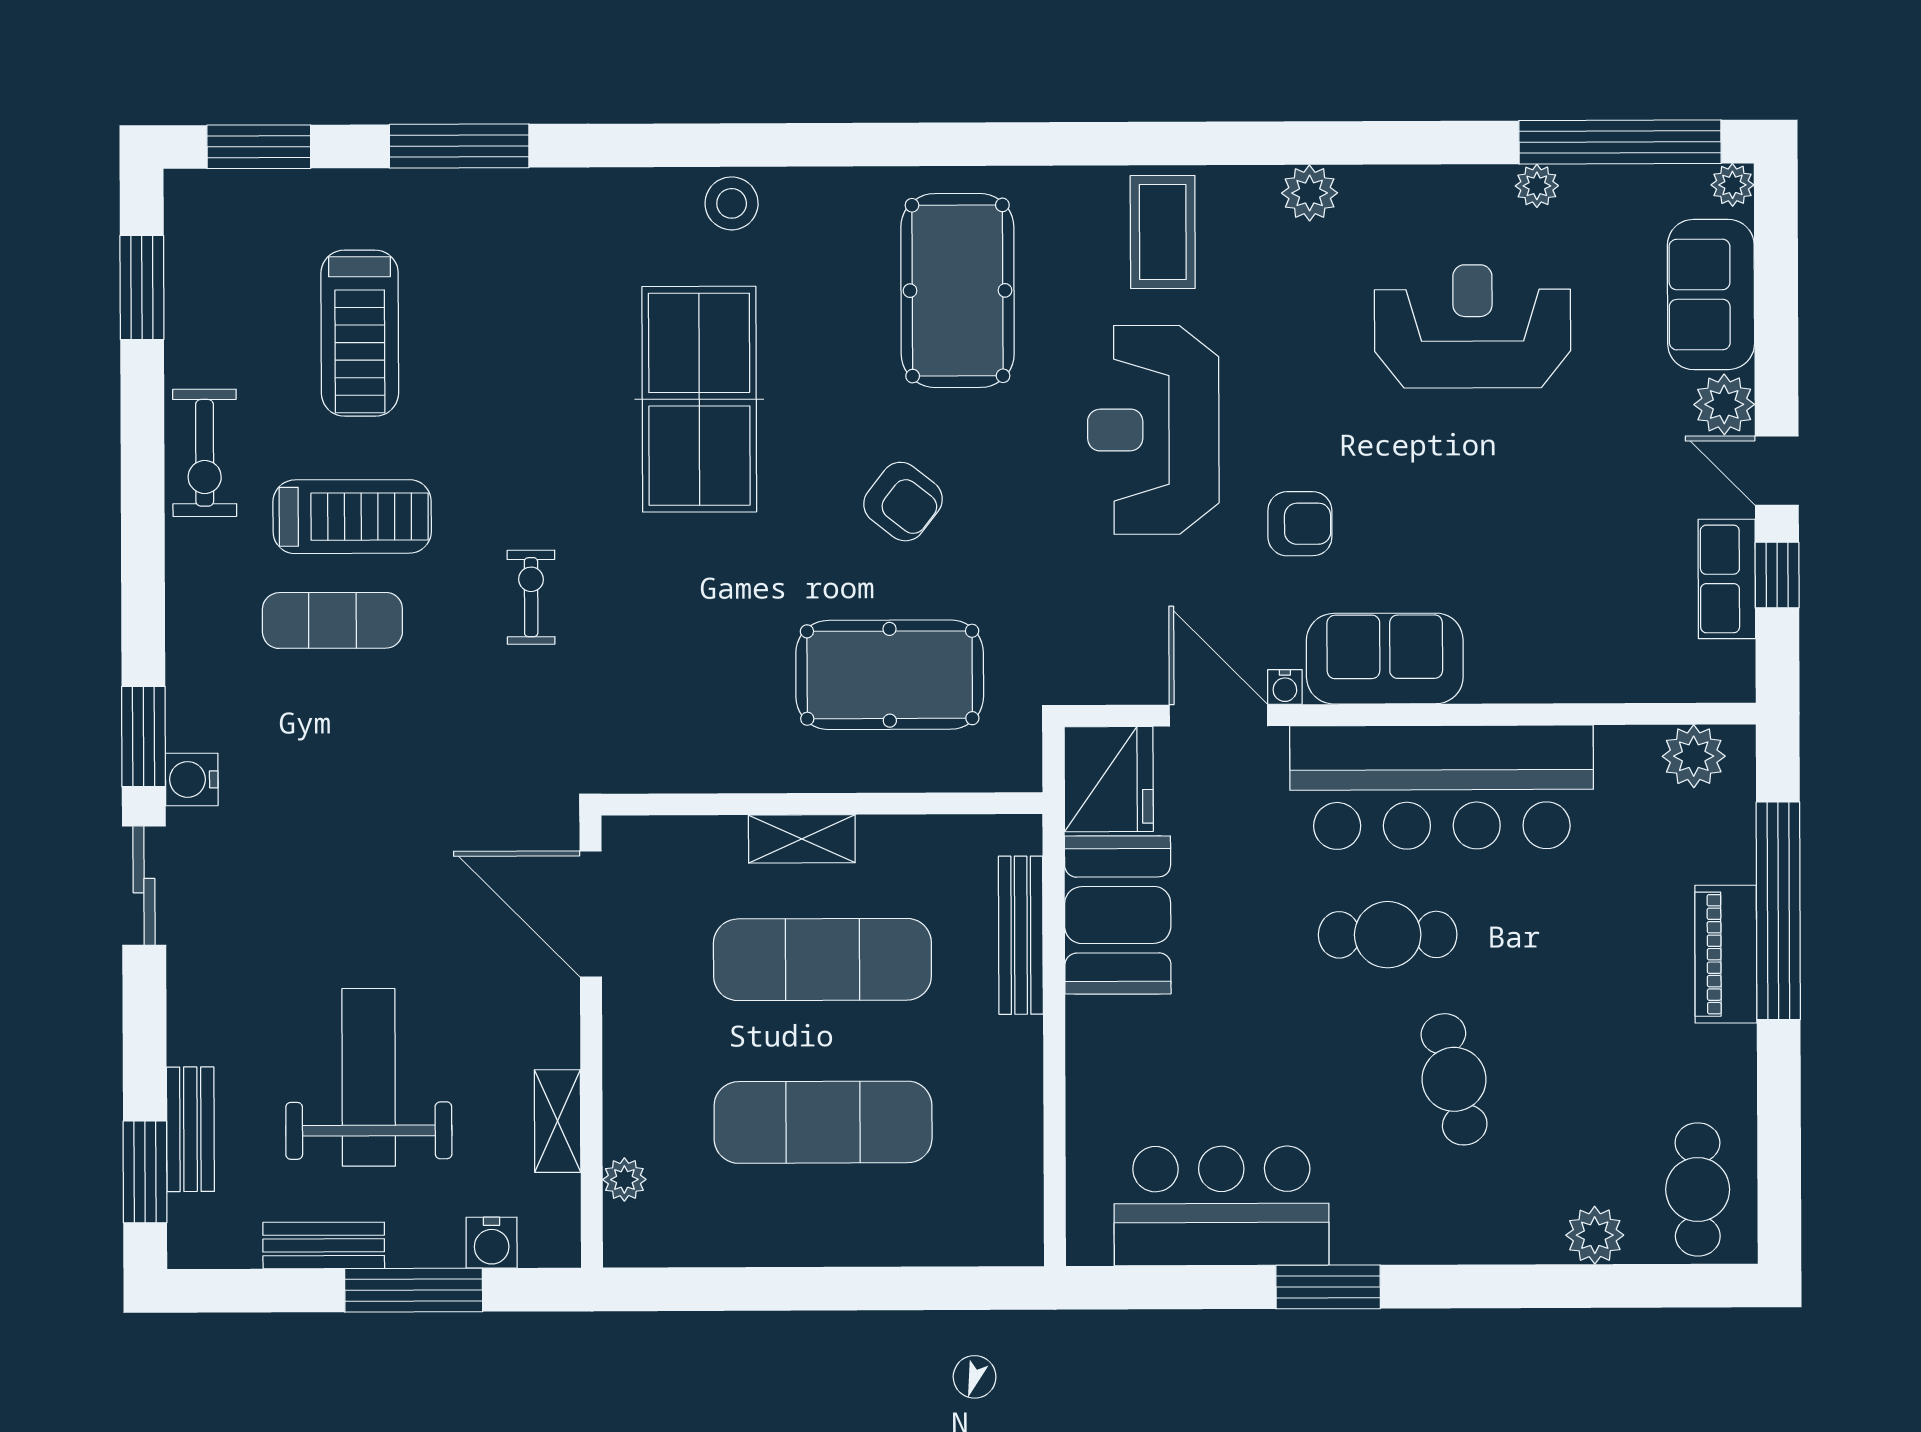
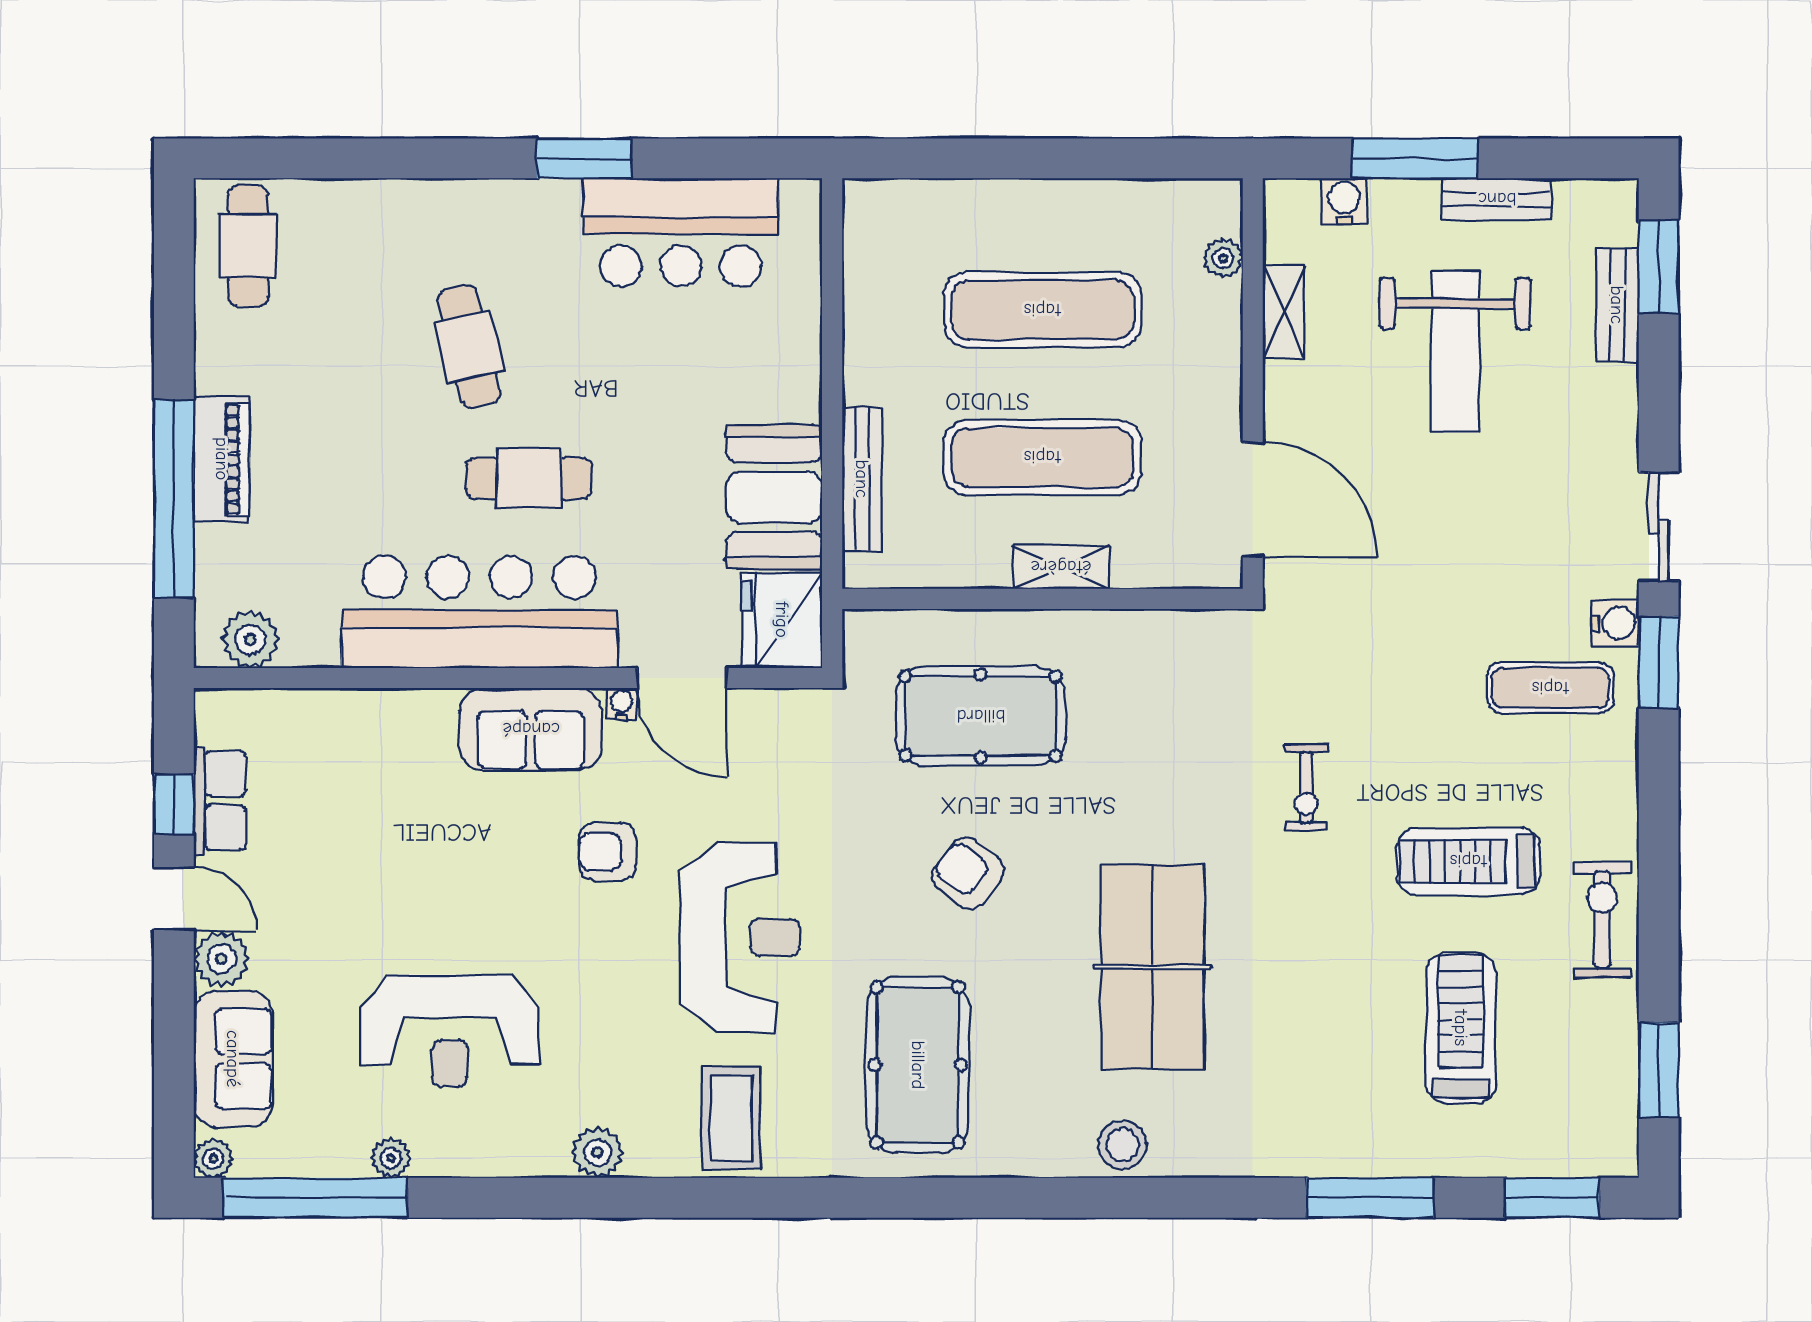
exercise mat: (332, 620) -> (1550, 688), moved
plant: (1595, 1235) -> (342, 205), removed

